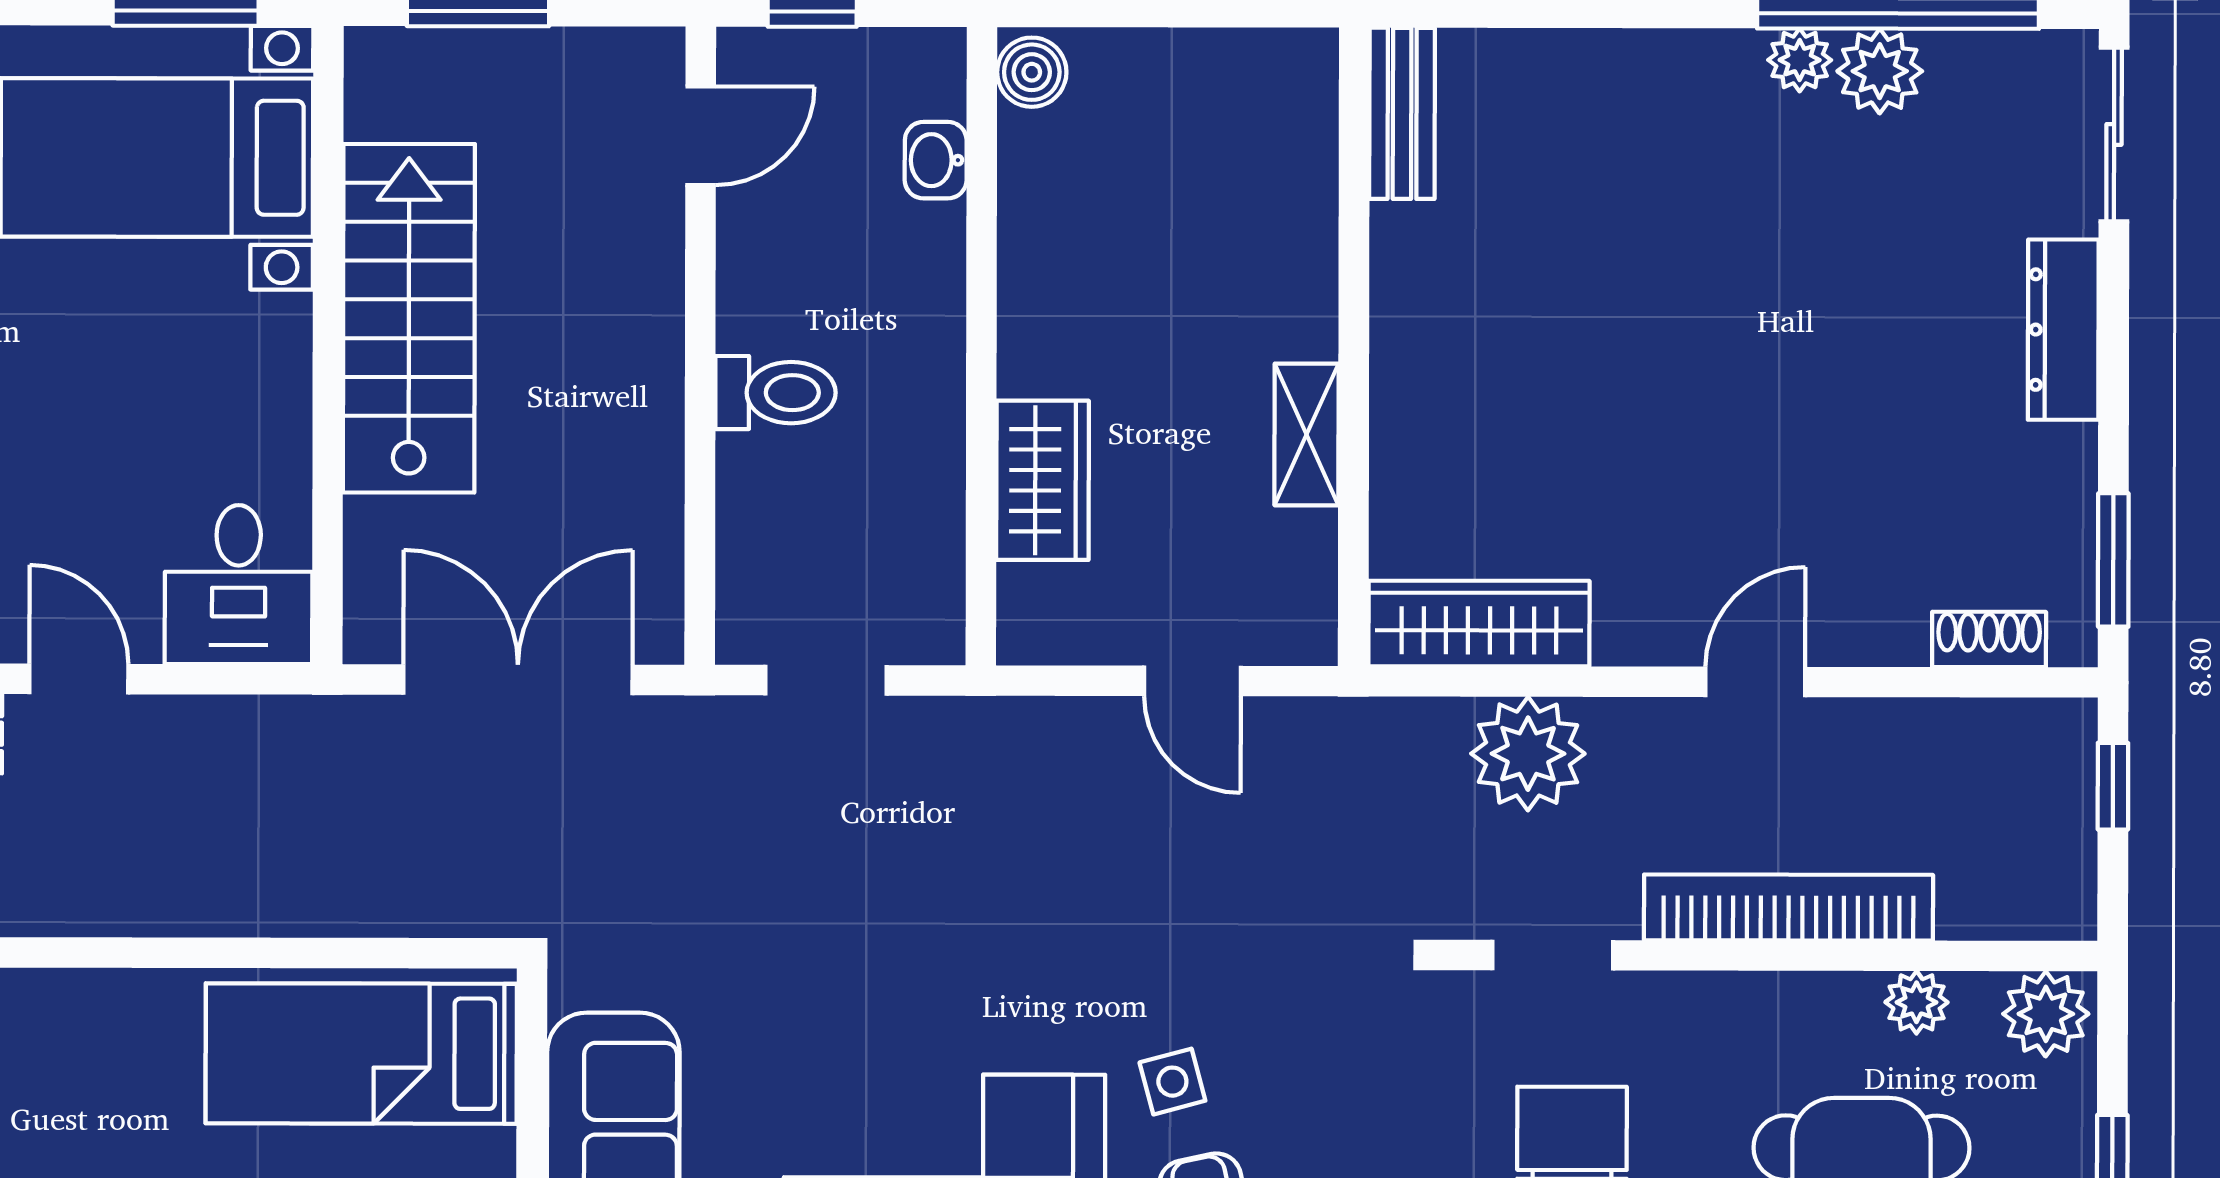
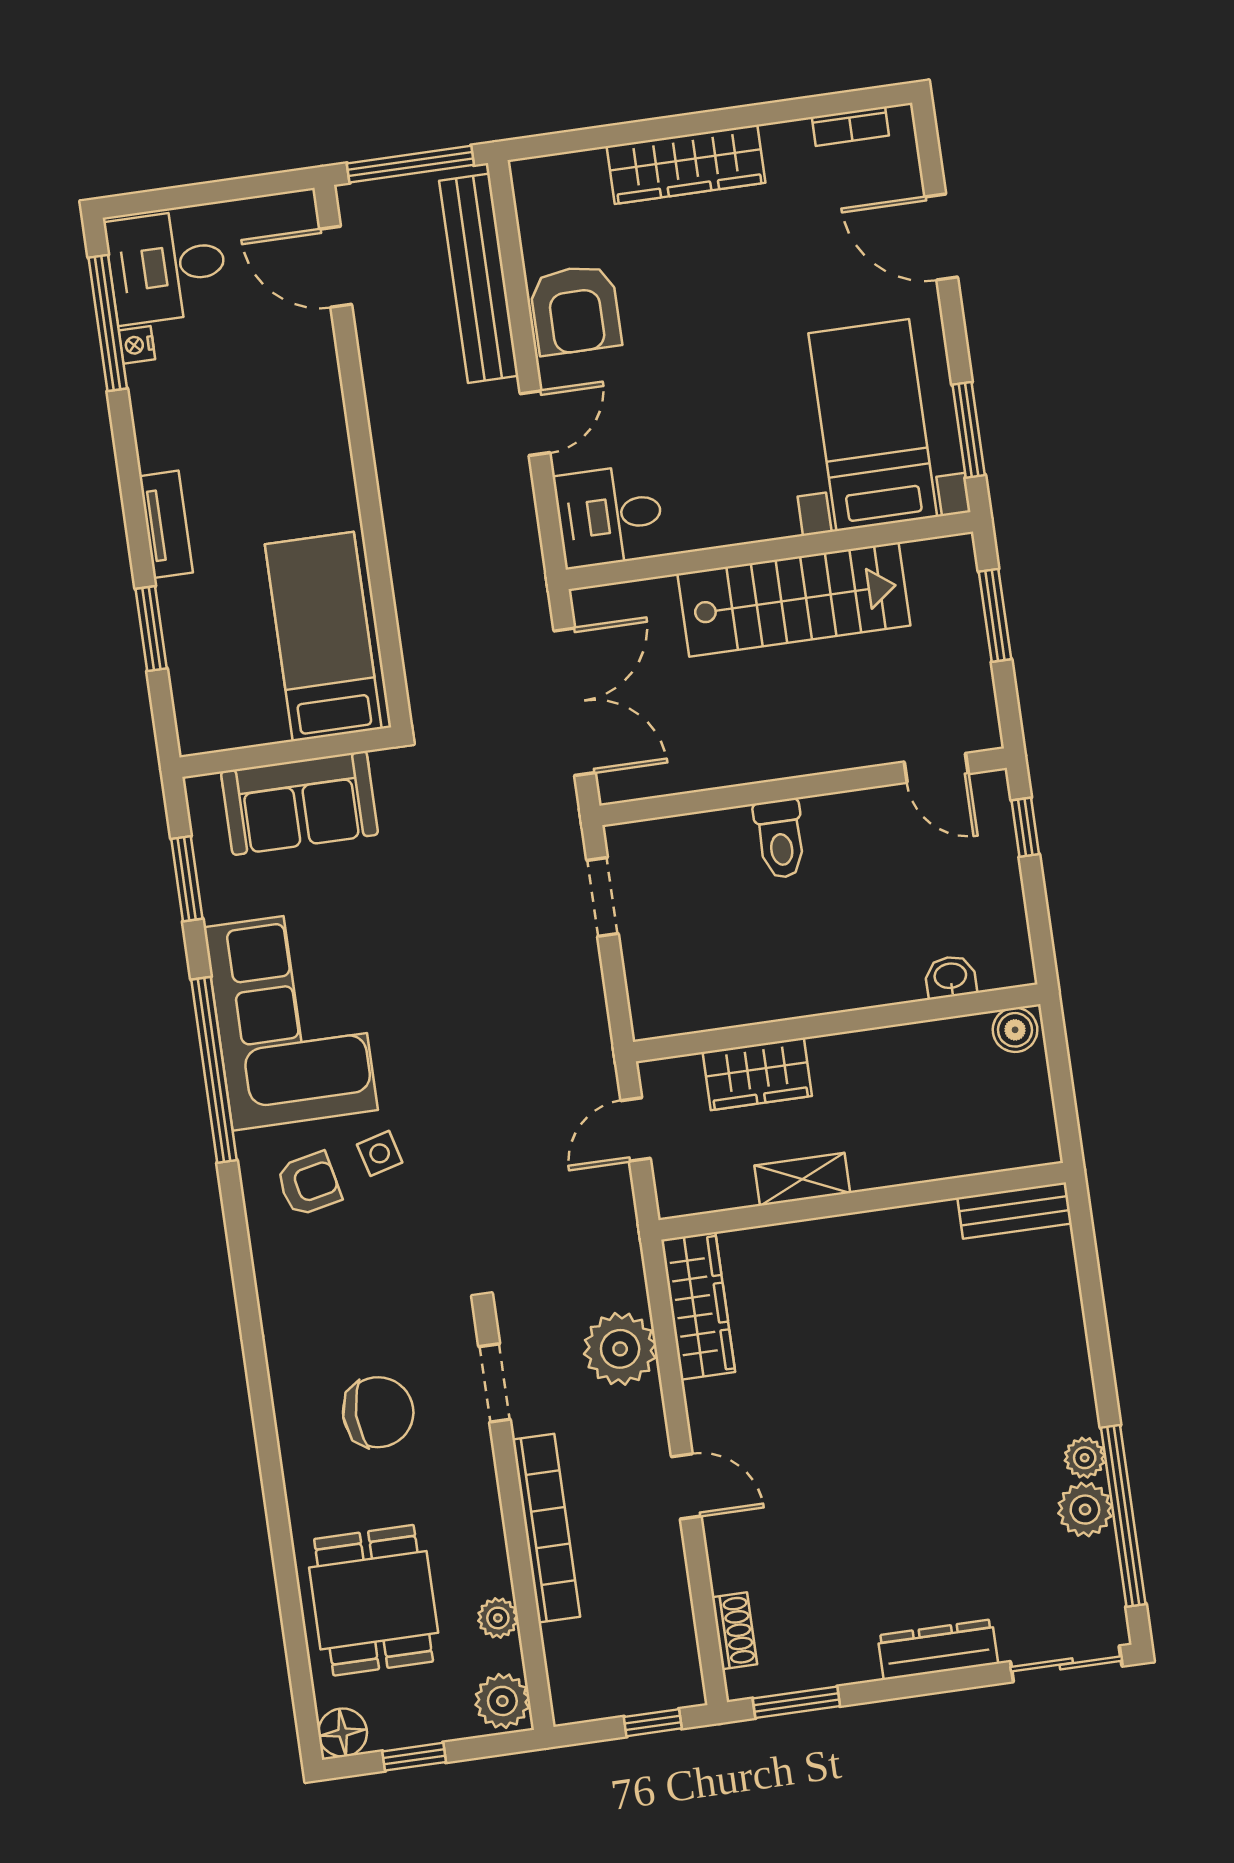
boiler: (1032, 72) -> (1015, 1030), moved
washbasin: (936, 160) -> (950, 977), moved
wall: (981, 346) -> (837, 1023), moved
wardrobe: (1043, 480) -> (757, 1074), moved

